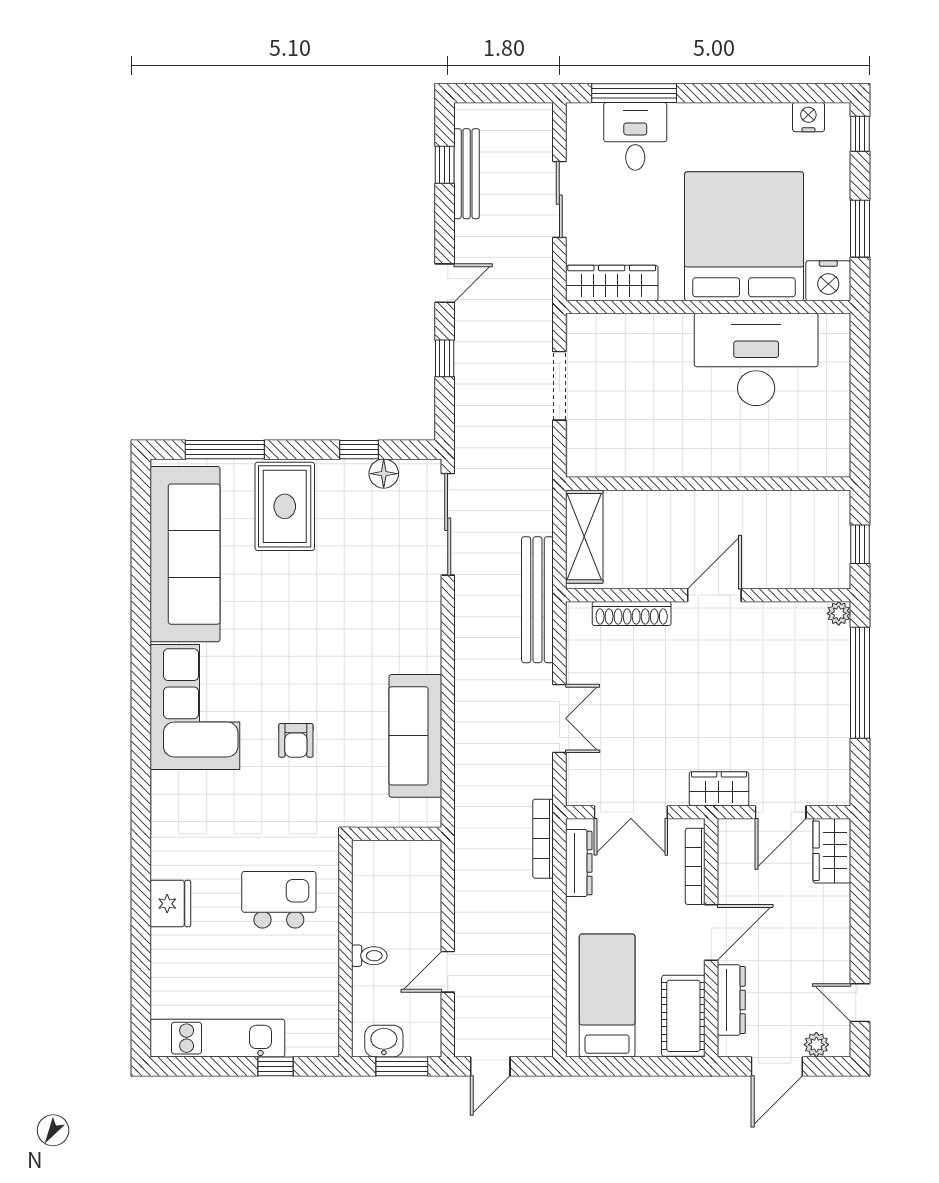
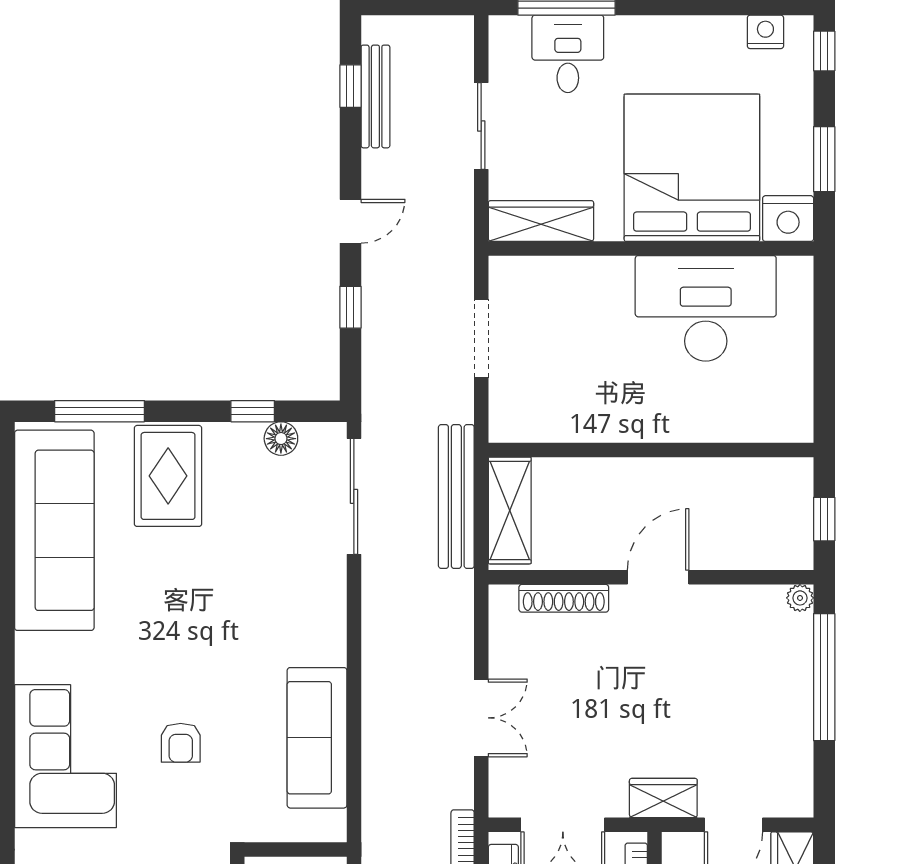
bench: (537, 600) -> (456, 497), moved
corner sofa: (195, 707) -> (66, 756), moved

